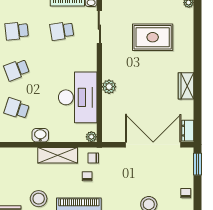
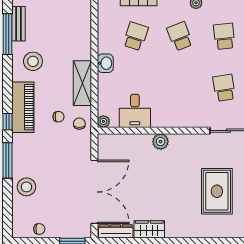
wardrobe: (186, 86) -> (149, 229), moved
desk: (78, 97) -> (135, 111), width x0.53, depth x0.77
dresser: (188, 131) -> (116, 231), width x1.44

